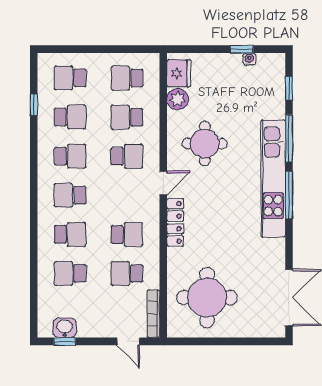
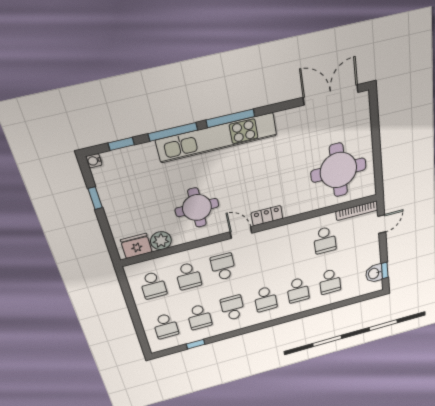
water cooler: (249, 59) -> (94, 161), moved
school desk: (70, 117) -> (199, 317), turned 180
locker: (175, 222) -> (267, 216), width x0.66
school desk: (70, 234) -> (298, 290), turned 180
school desk: (127, 234) -> (291, 249), removed

